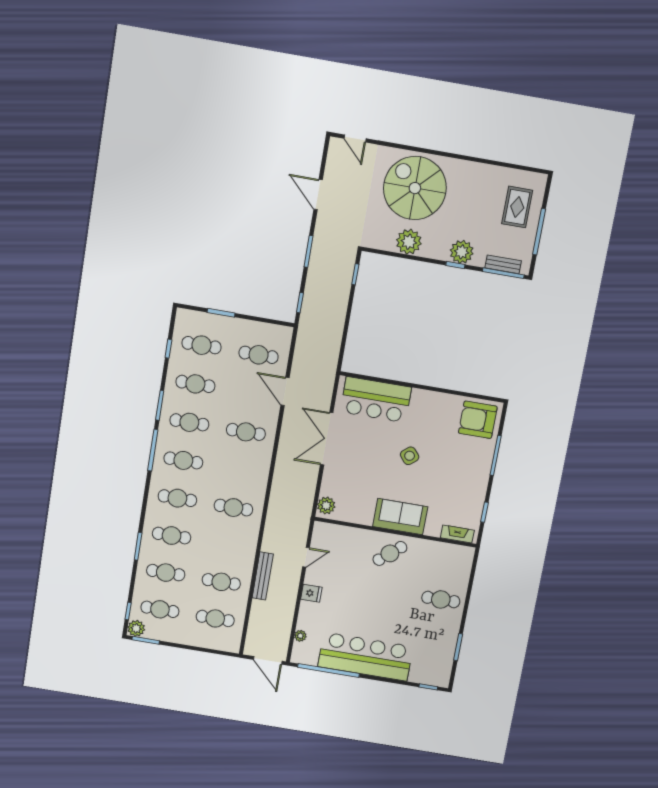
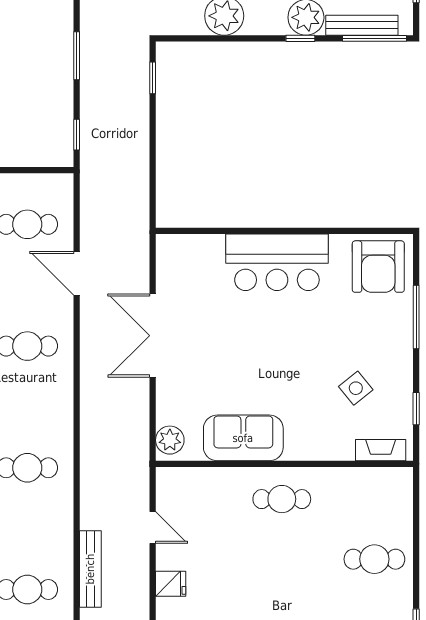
bench: (503, 264) -> (362, 25), width x1.36
bar counter: (376, 400) -> (277, 262), moved
armchair: (478, 420) -> (378, 267), turned -90
side table: (410, 456) -> (356, 388), moved
sofa: (400, 517) -> (243, 438), moved
cafe table: (390, 553) -> (282, 499), turned 40
door: (306, 557) -> (153, 528), hinge flipped

